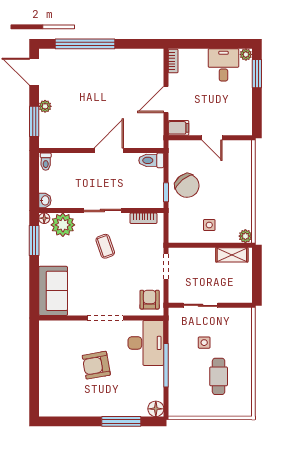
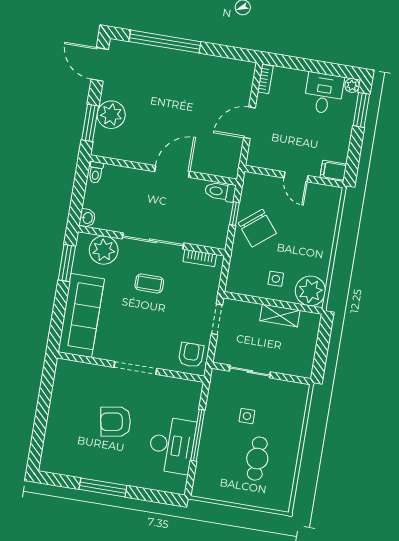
plant: (45, 106) -> (111, 115), width x1.88, depth x1.88
filing cabinet: (179, 128) -> (333, 171), moved, turned 180
window: (166, 192) -> (234, 214), moved
sliding door: (102, 210) -> (153, 241), width x1.37
floor lamp: (44, 218) -> (83, 239), removed
plant: (245, 236) -> (310, 291), width x1.87, depth x1.87
coffee table: (105, 246) -> (149, 284), turned -71
shelving: (232, 255) -> (280, 315), moved
sofa: (53, 291) -> (81, 315), width x1.36
desk: (146, 343) -> (172, 445), moved
floor lamp: (156, 409) -> (177, 485), removed
window: (121, 421) -> (103, 487), moved

